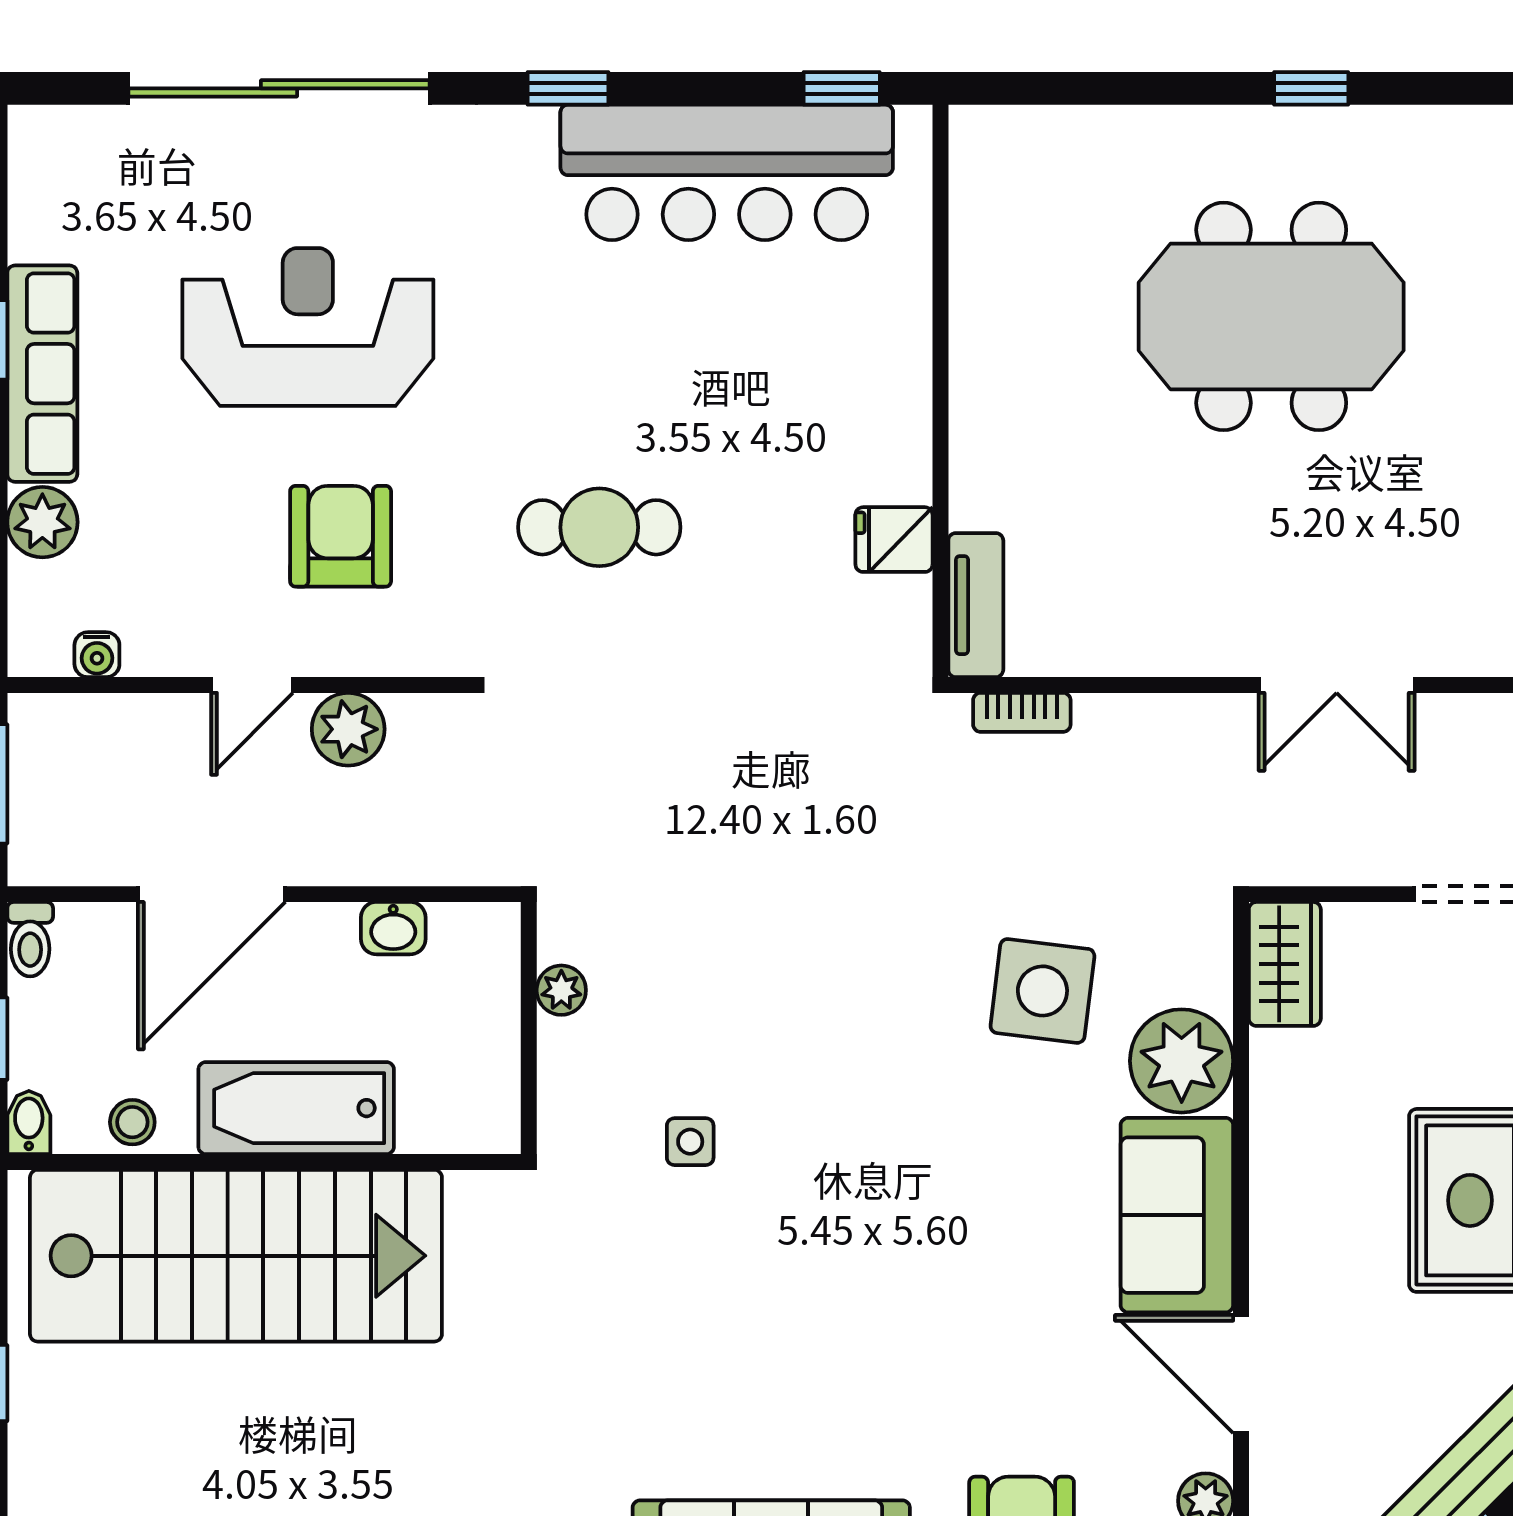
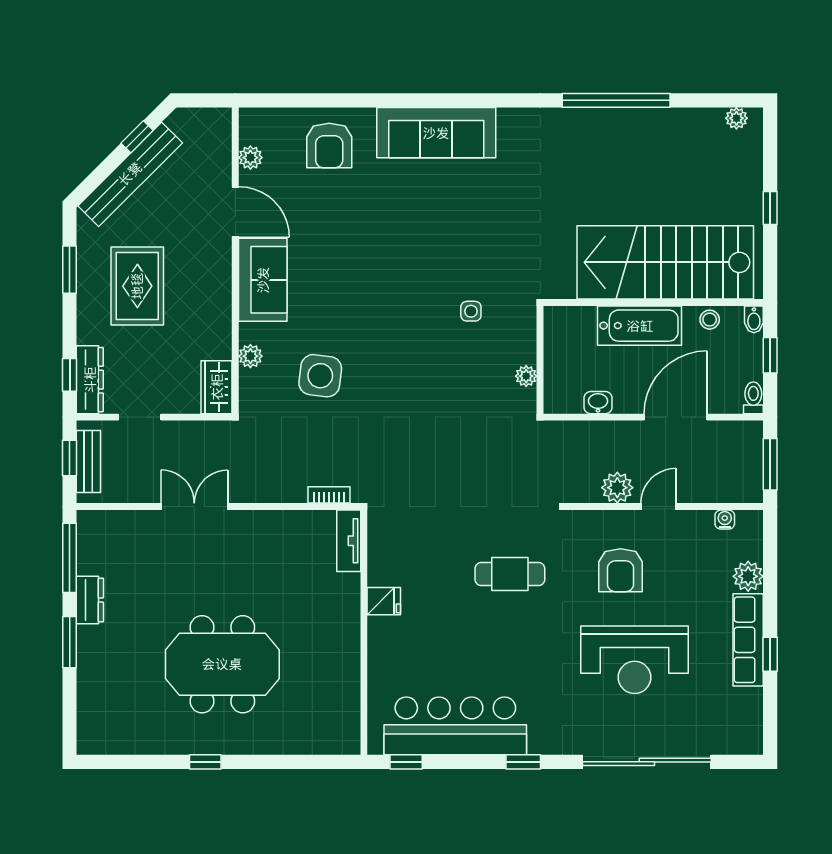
fridge: (894, 540) -> (384, 601), moved
plant: (1182, 1061) -> (250, 356), width x0.53, depth x0.53

